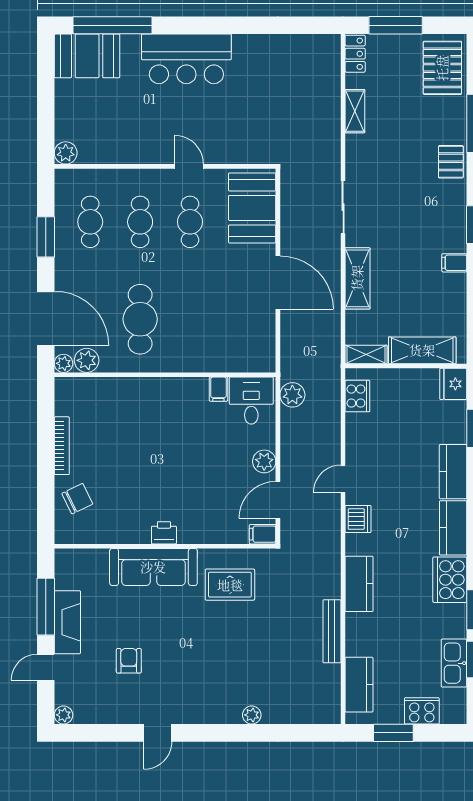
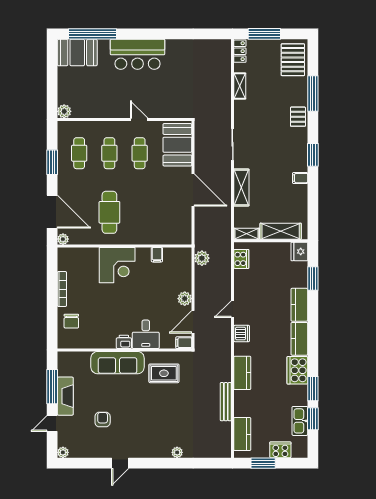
plant: (87, 360) -> (77, 237), removed
desk: (251, 401) -> (146, 334), moved, turned 180
corner desk: (153, 406) -> (117, 265), added
chair: (77, 499) -> (71, 321), turned 116

